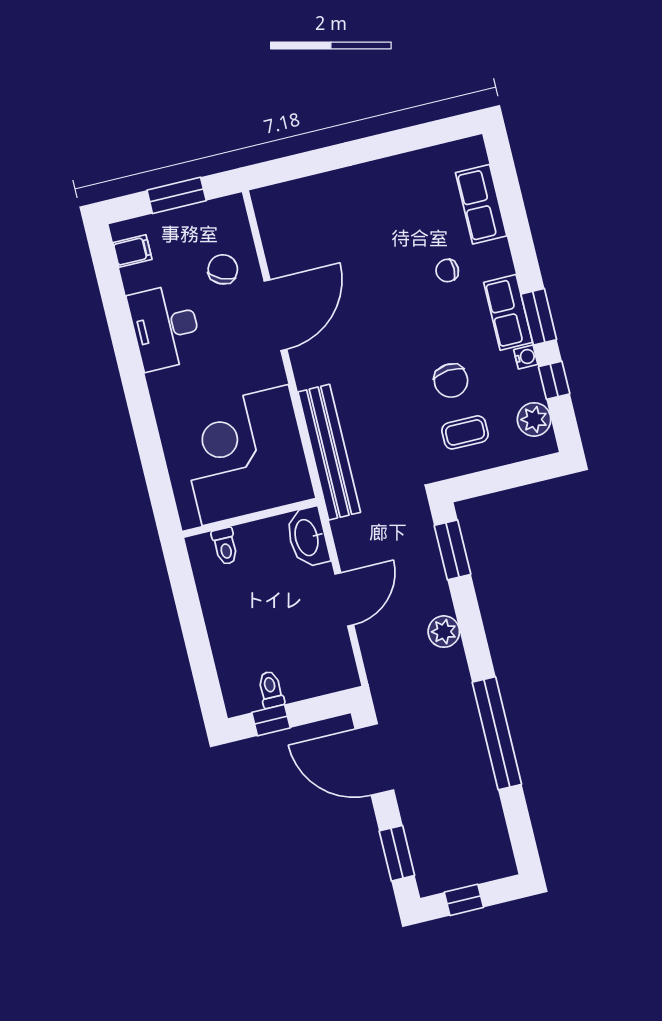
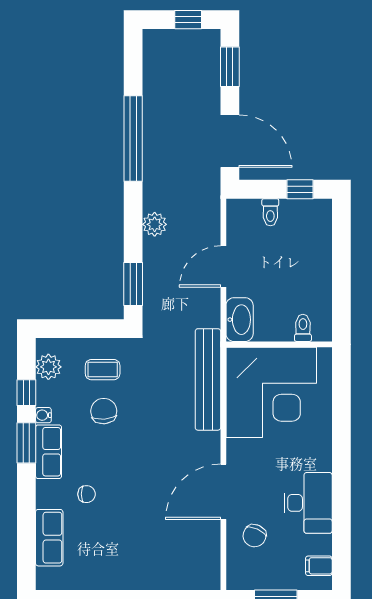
toilet: (271, 690) -> (270, 212), moved

